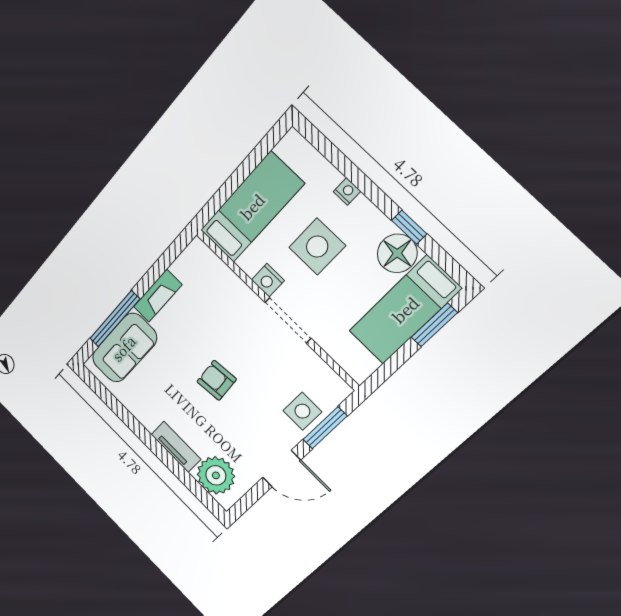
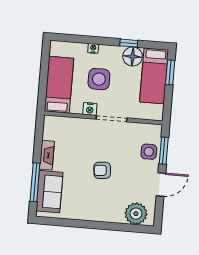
tv unit: (176, 447) -> (108, 217), removed

